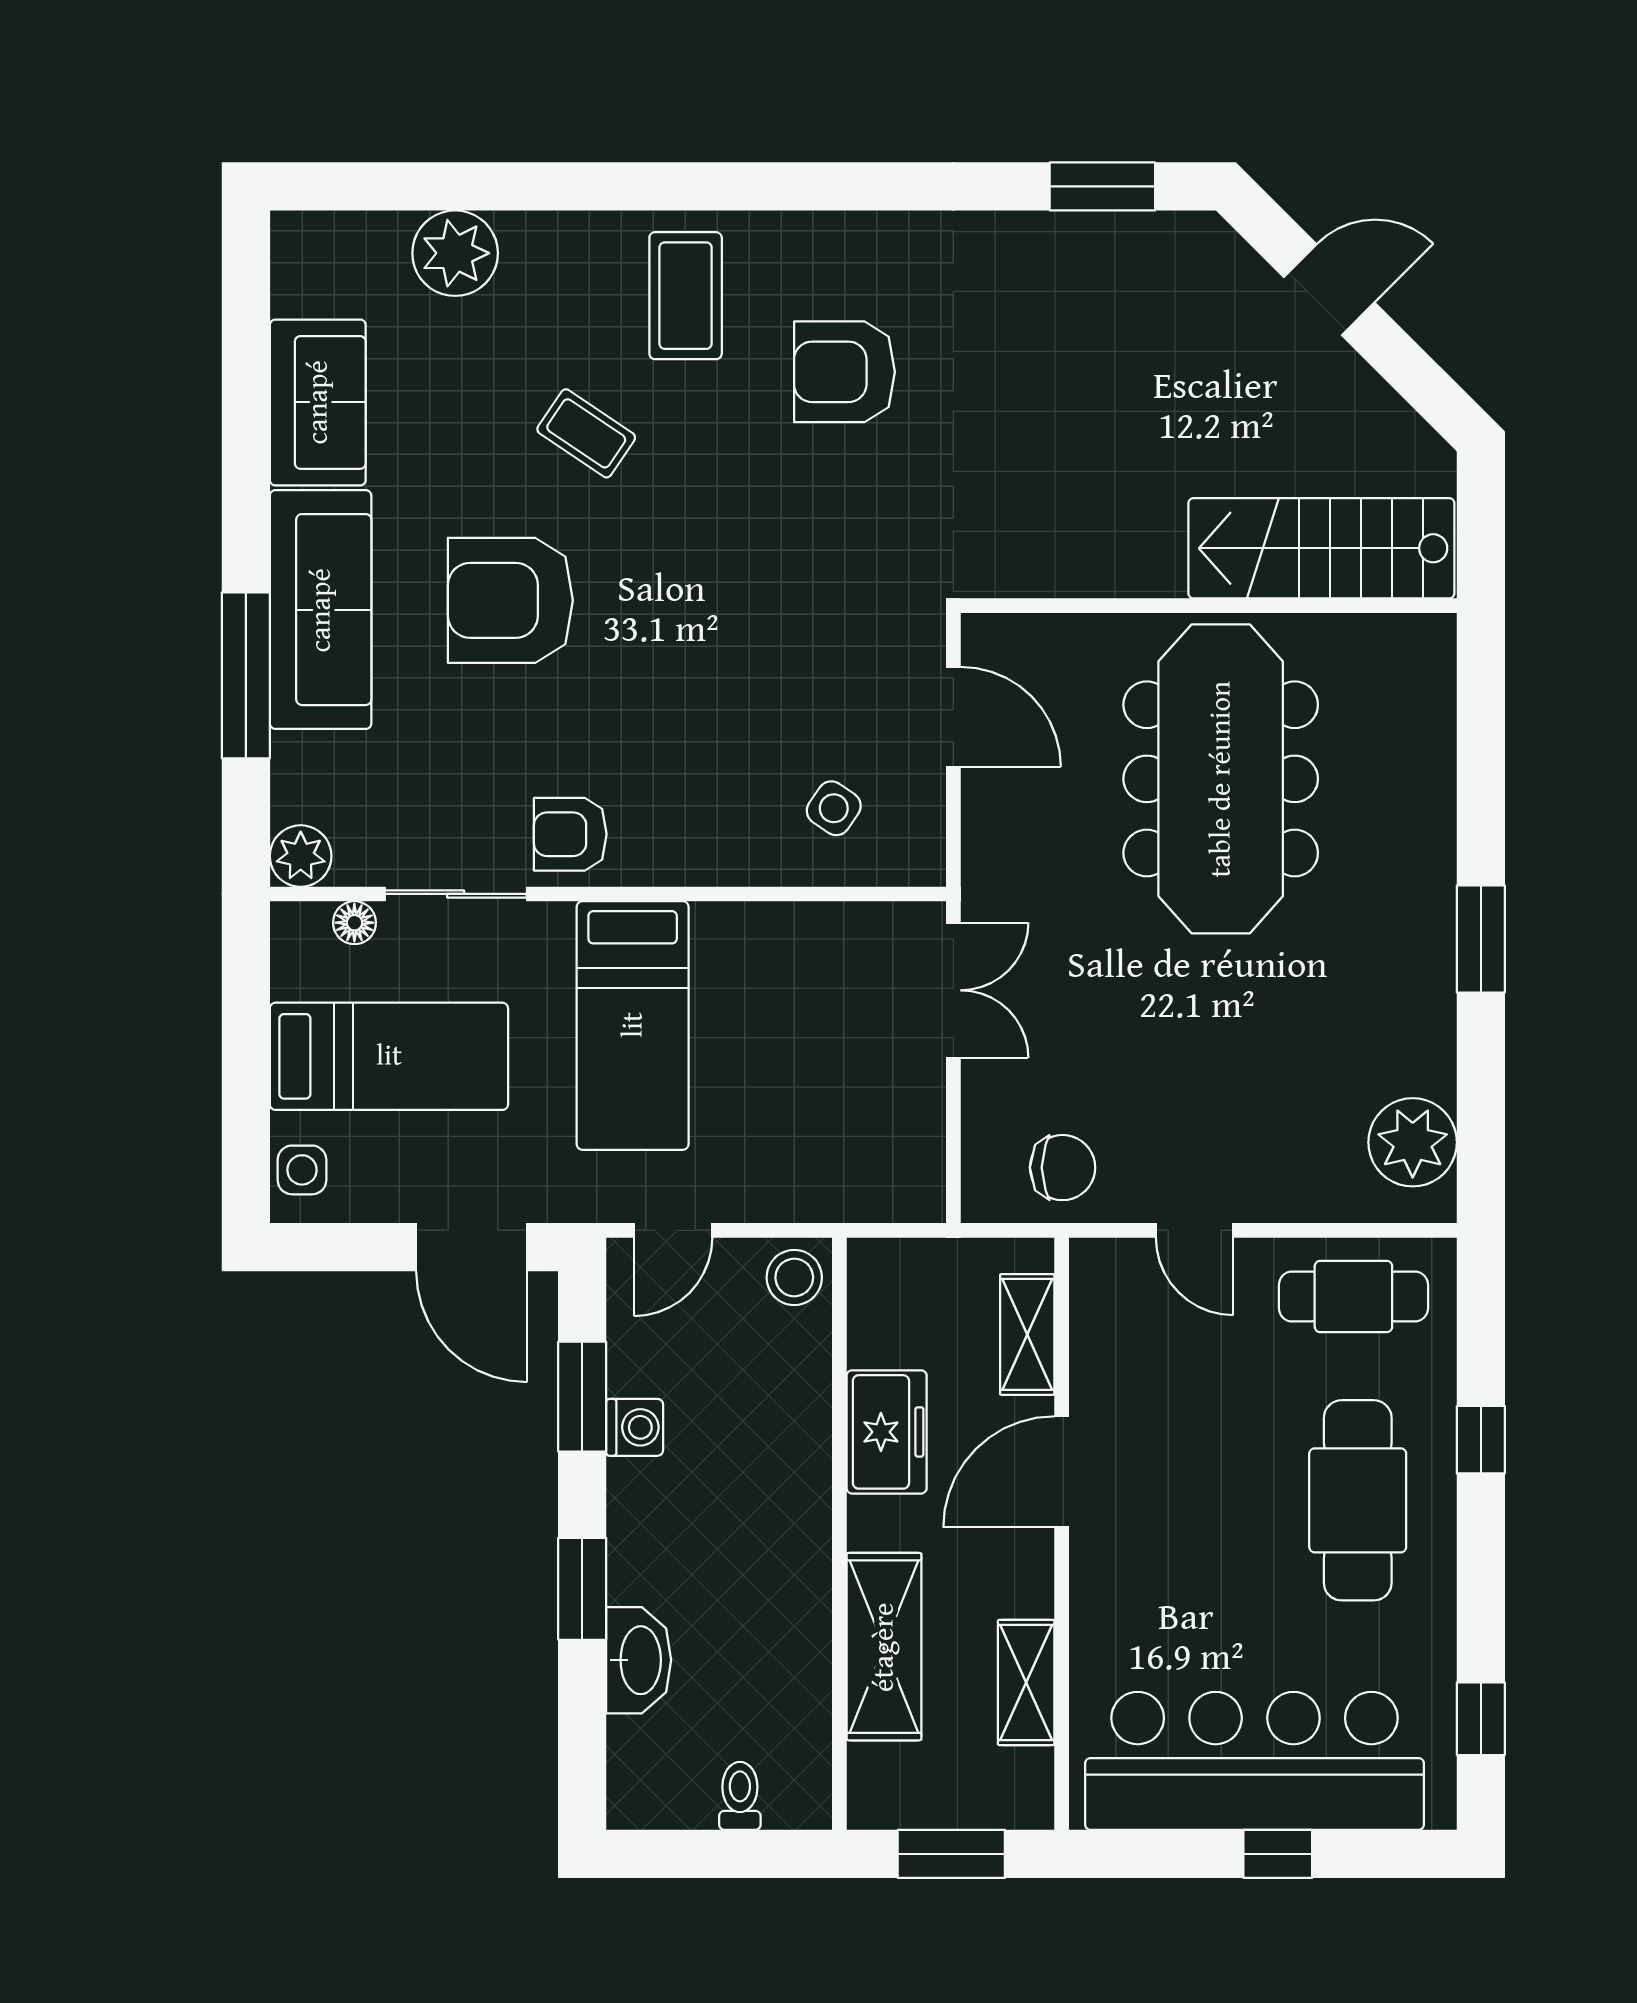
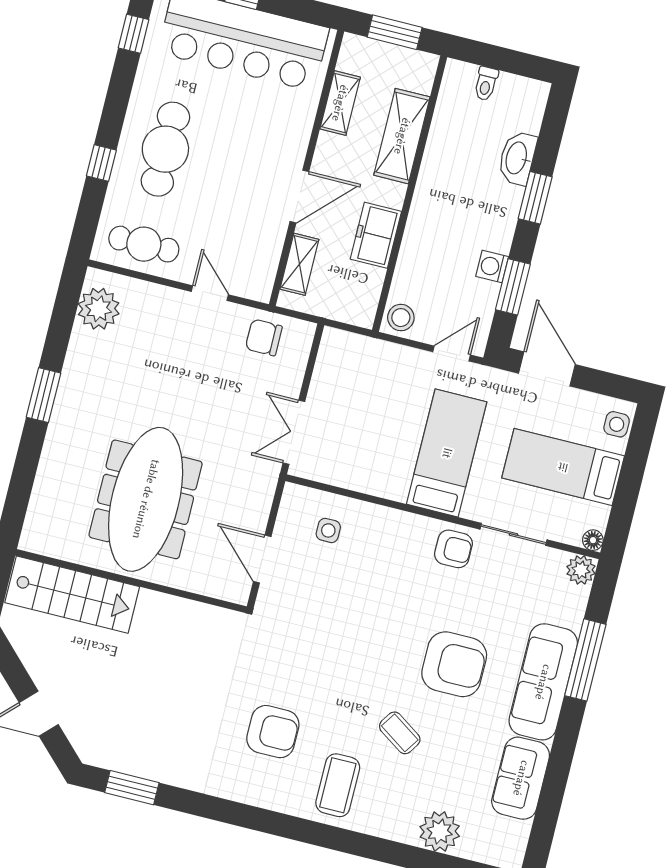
side table: (834, 808) -> (328, 530), turned -34
floor lamp: (354, 923) -> (593, 540), moved

